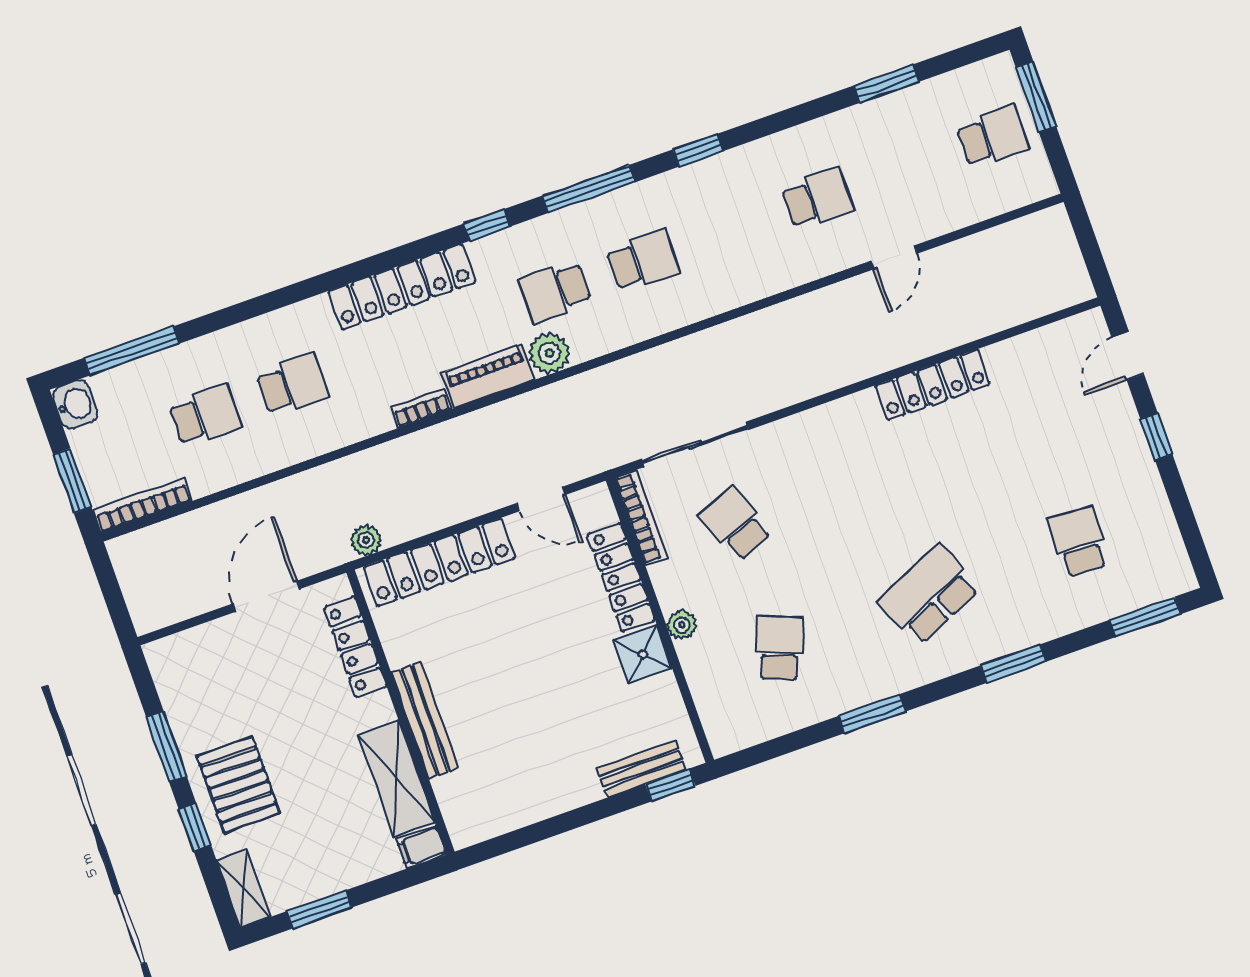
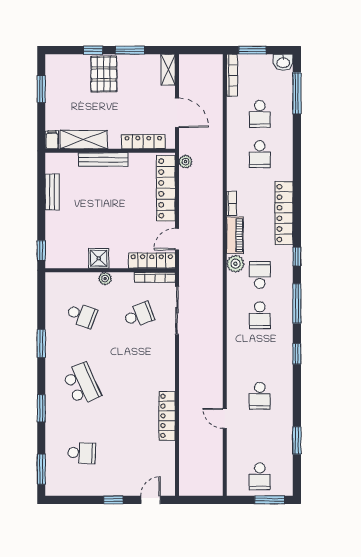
door: (1128, 356) -> (151, 500), hinge flipped
locker: (621, 577) -> (152, 261), moved
bench: (641, 769) -> (52, 192), moved
pallet: (238, 785) -> (104, 74), turned 90
shelving: (243, 888) -> (168, 70), moved, turned 90

